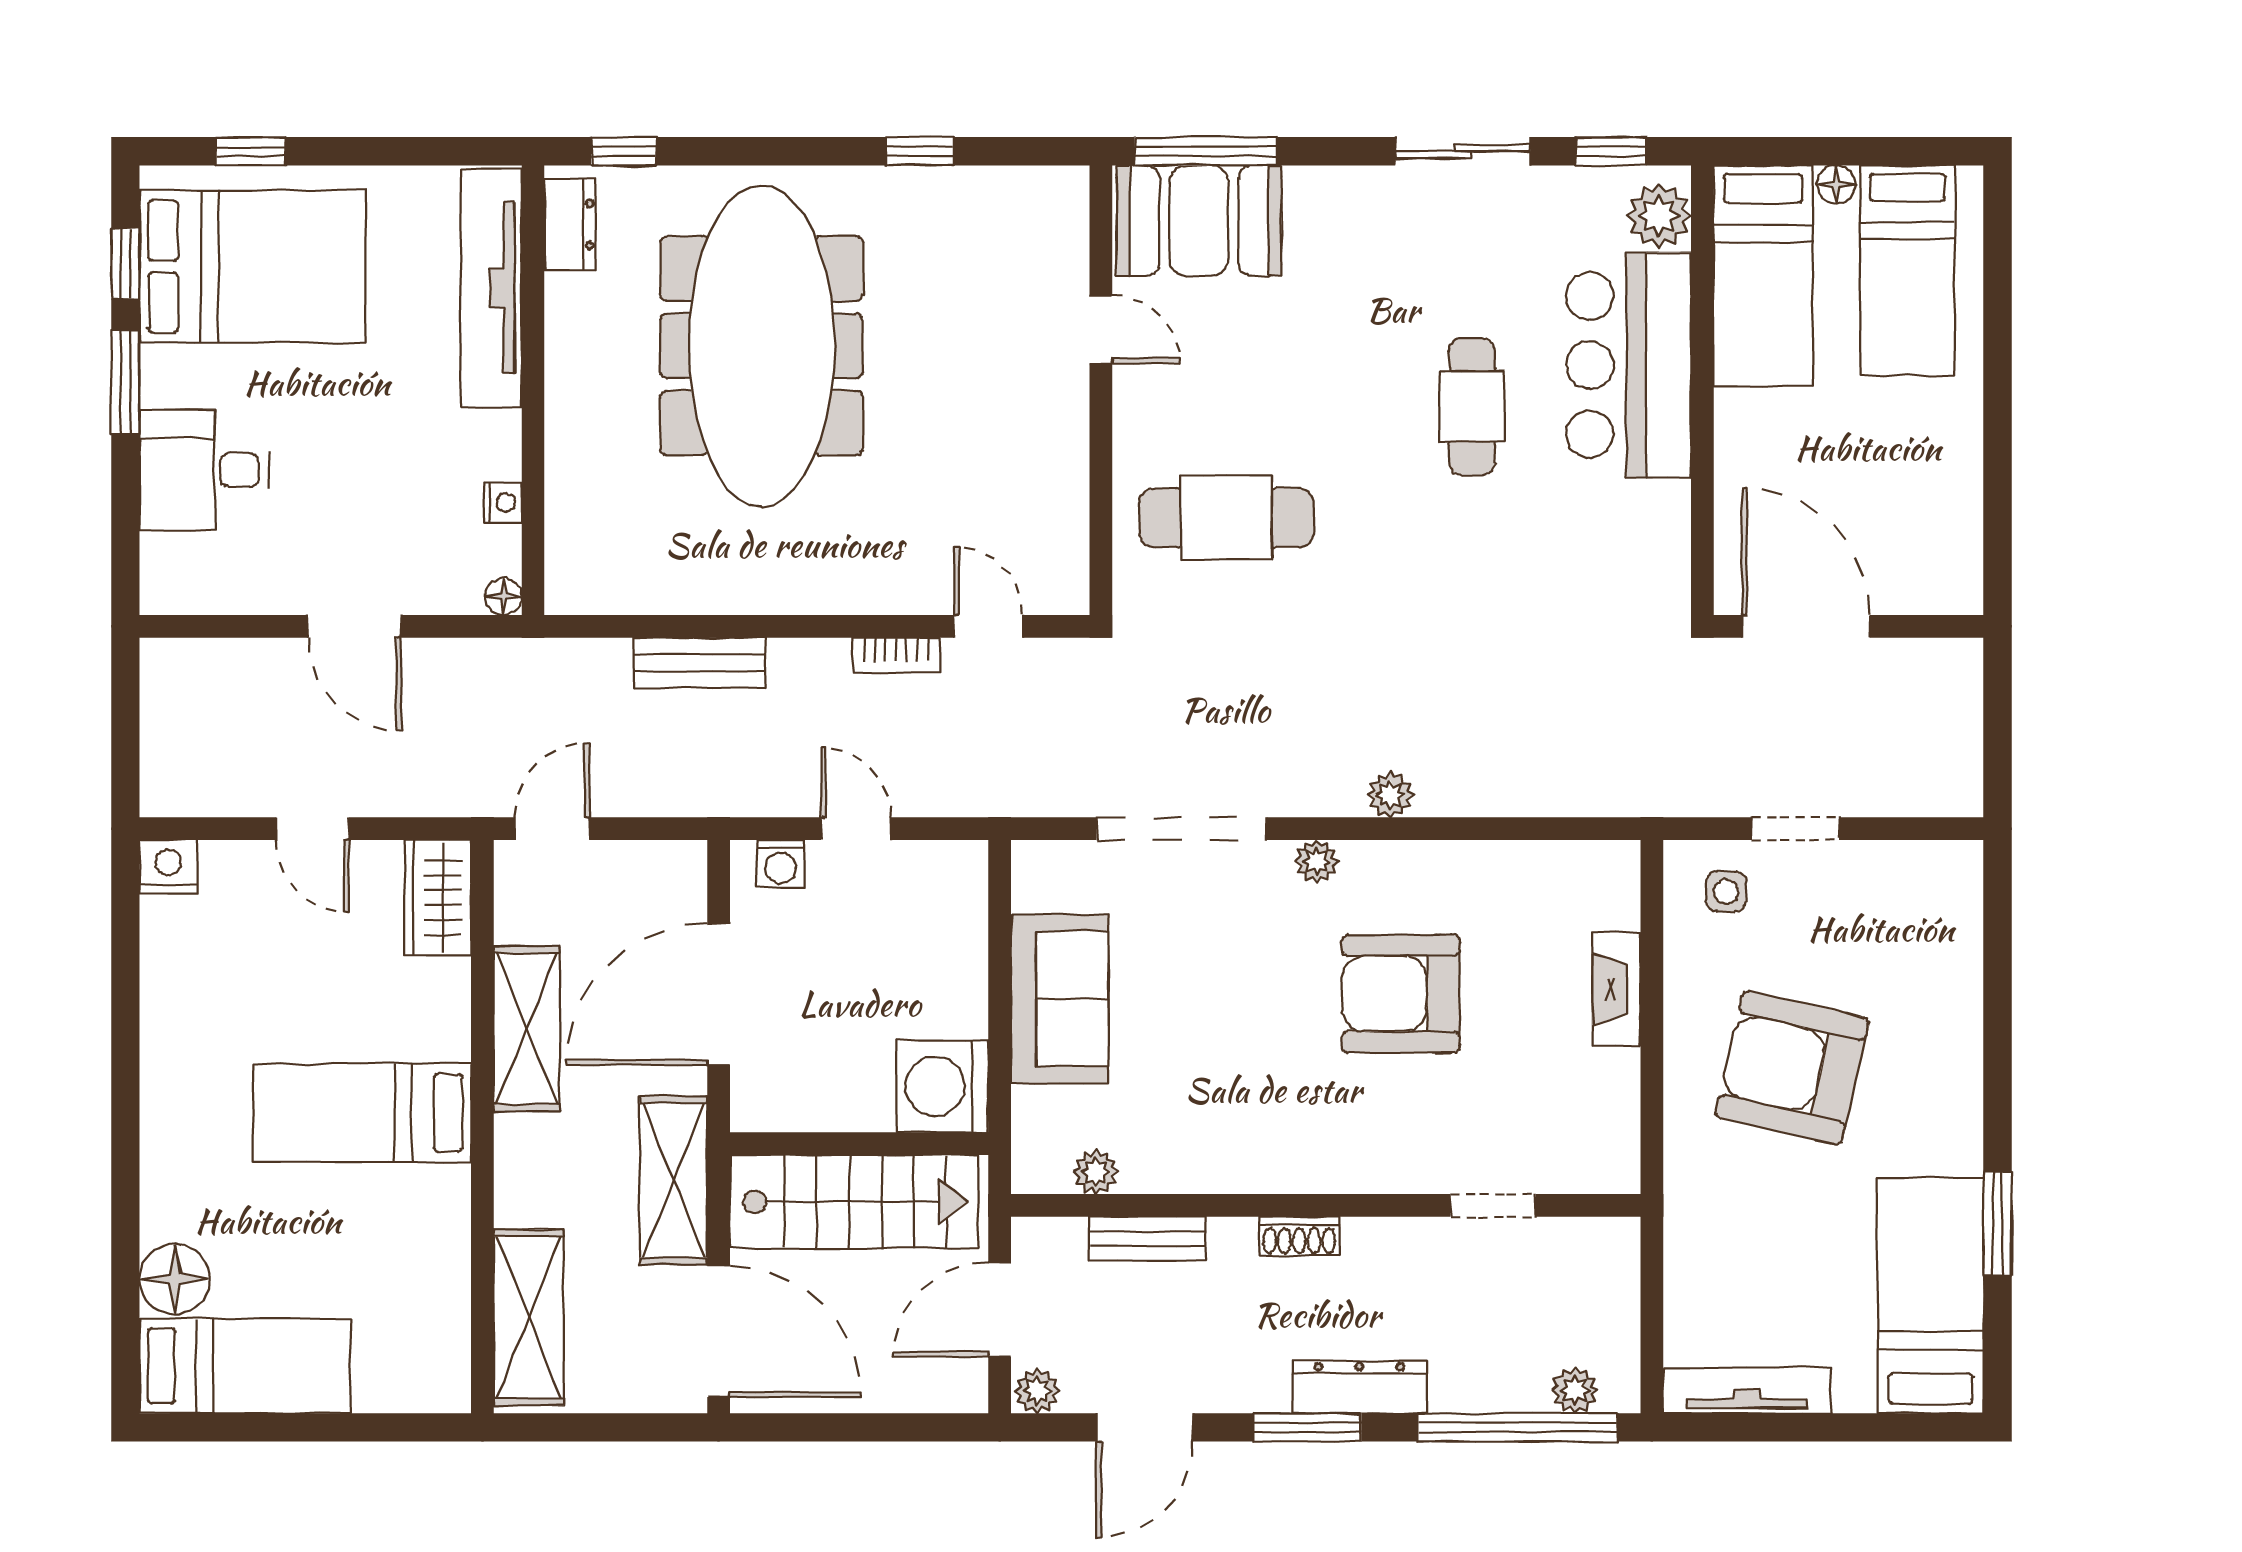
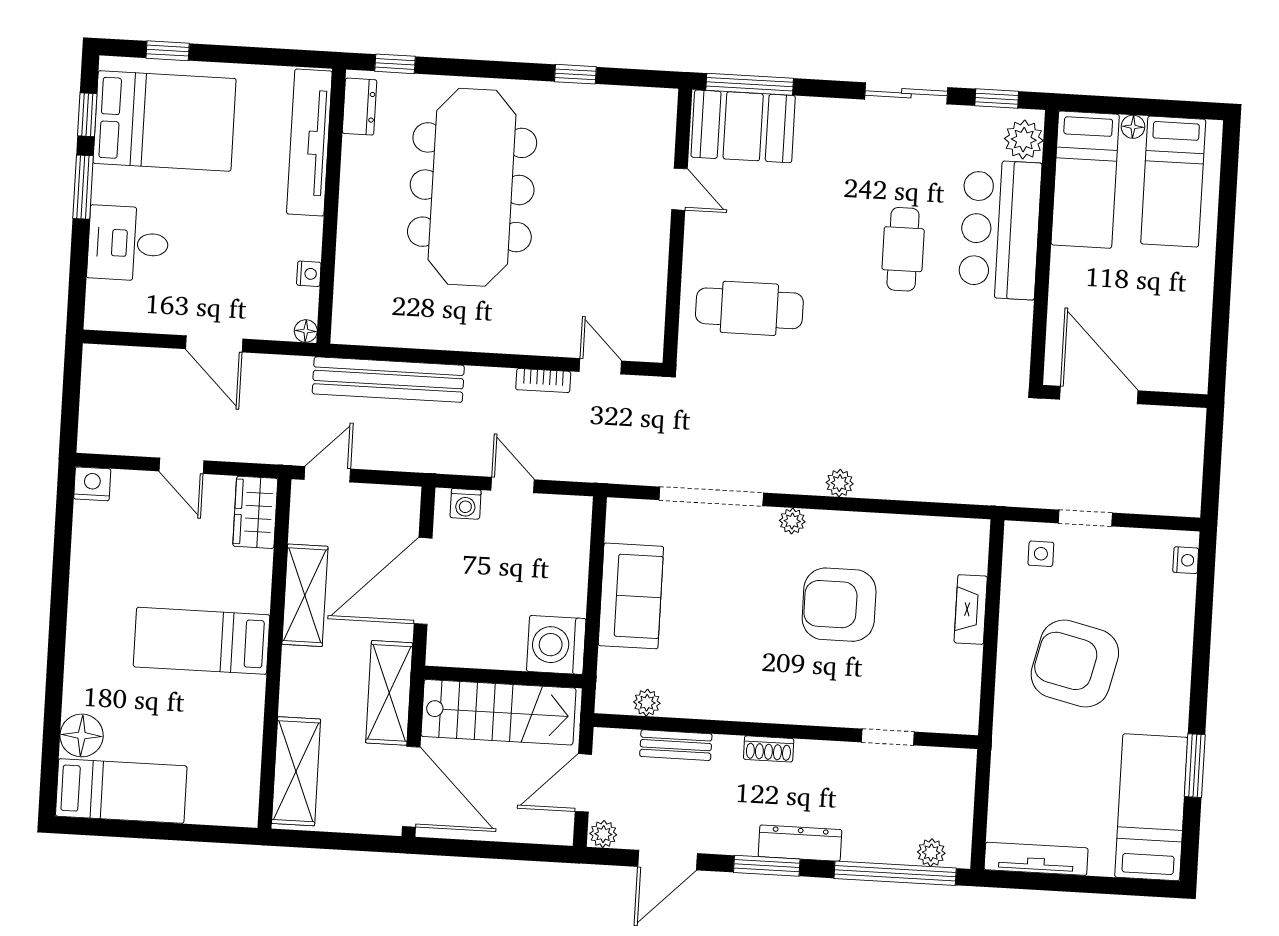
bench: (700, 663) -> (388, 380), width x1.86, depth x1.21
nightstand: (1963, 888) -> (1186, 560), added

